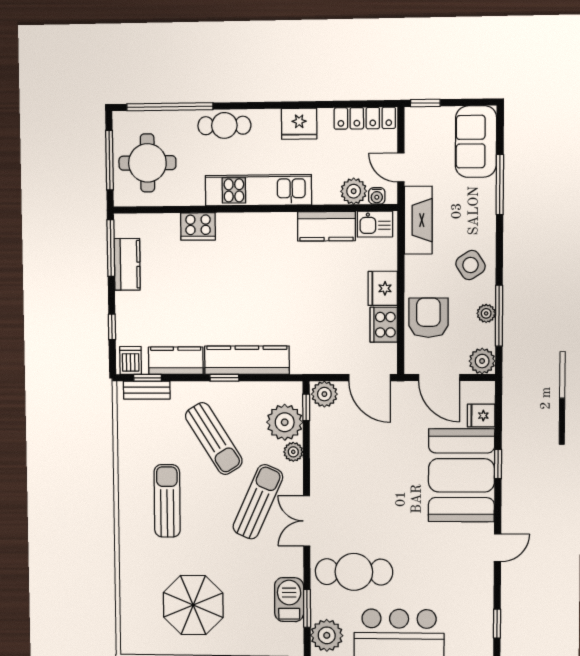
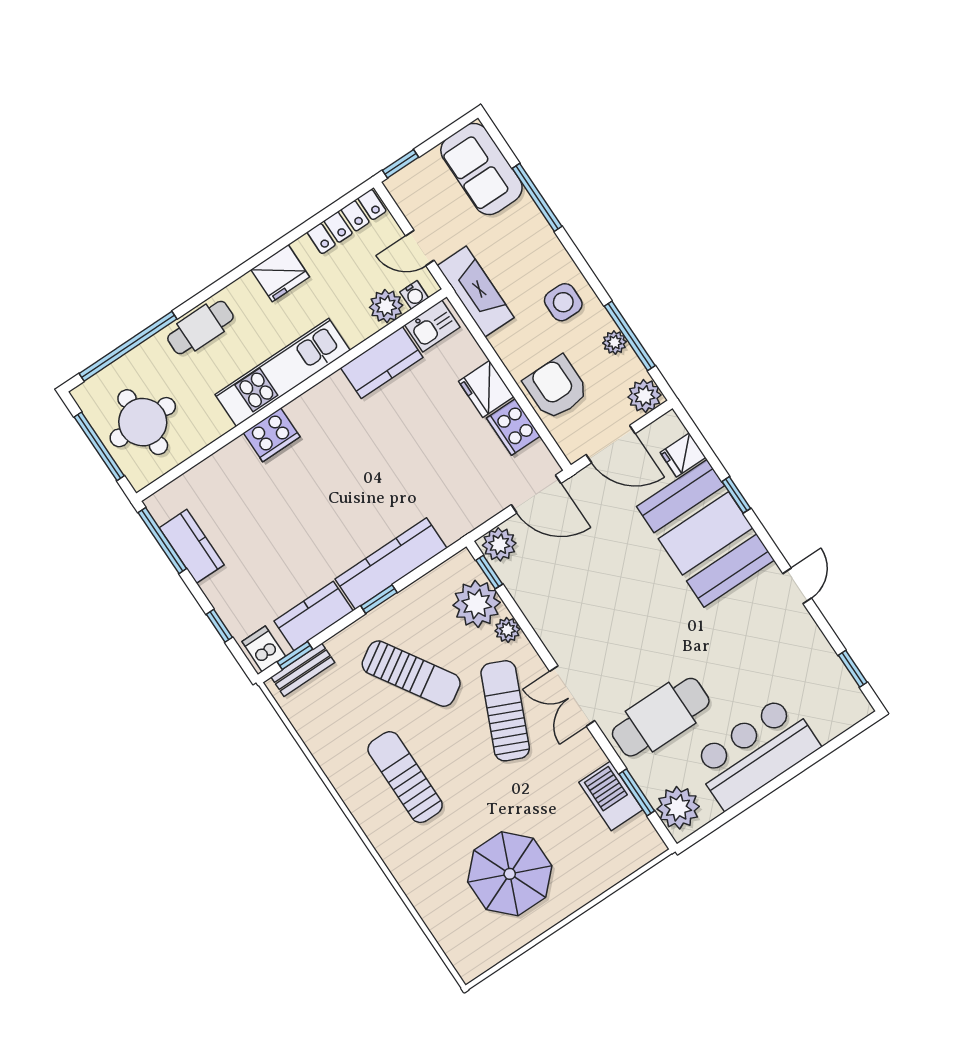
cooker: (198, 226) -> (272, 435), moved
side table: (471, 265) -> (563, 302), turned 33

